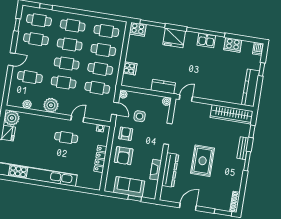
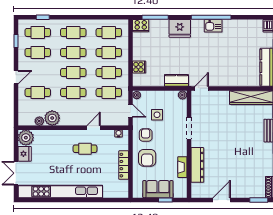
cooker: (233, 45) -> (241, 26), removed
plant: (51, 105) -> (52, 118), moved
rug: (203, 161) -> (229, 150), removed

